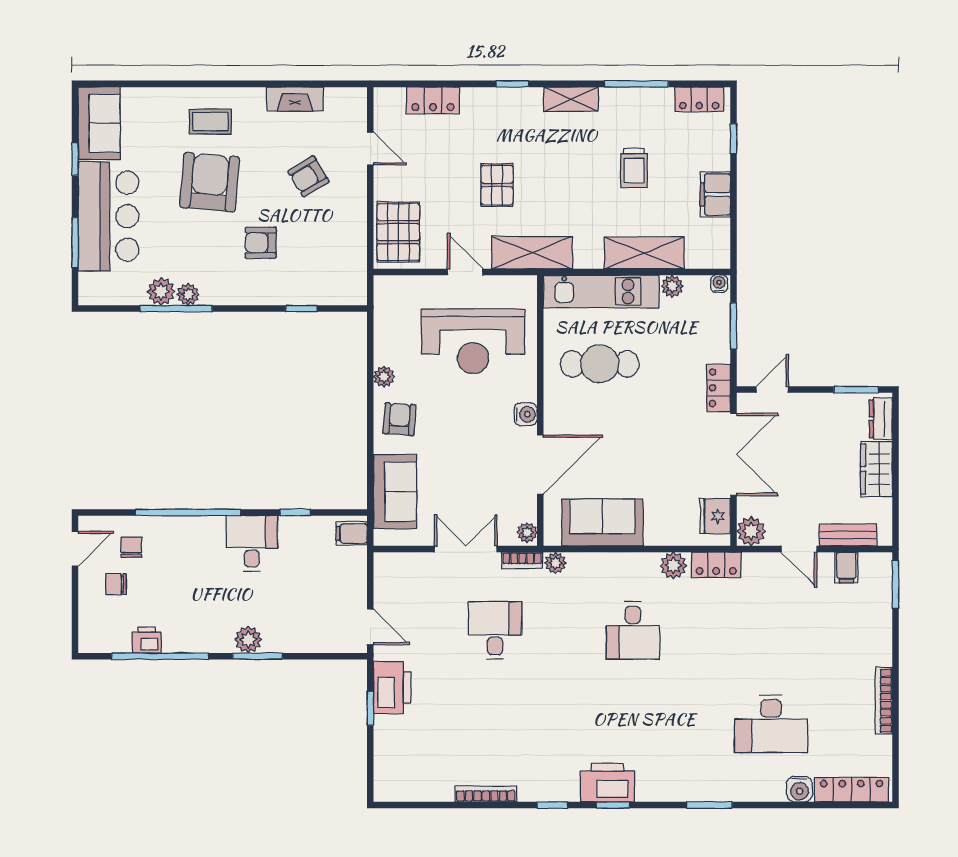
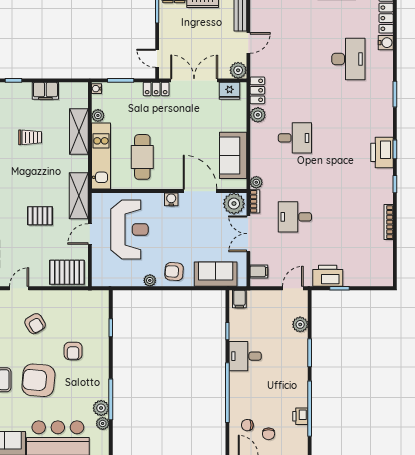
plant: (188, 294) -> (103, 423), moved
plant: (527, 533) -> (234, 204), width x1.88, depth x1.88
filing cabinet: (846, 568) -> (259, 271), moved
plant: (248, 640) -> (300, 324), moved

